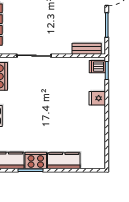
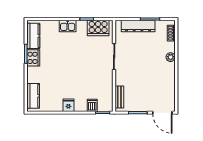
dishwasher: (97, 67) -> (92, 105), moved
fridge: (97, 98) -> (68, 105), moved
kitchen counter: (64, 161) -> (33, 96), moved

